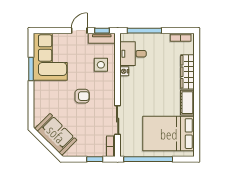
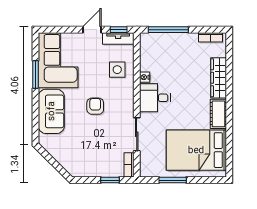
desk: (133, 54) -> (155, 98), moved
armchair: (82, 96) -> (95, 106), turned -90
sofa: (56, 134) -> (51, 111), moved, turned 45
window: (148, 159) -> (173, 180), width x0.47

